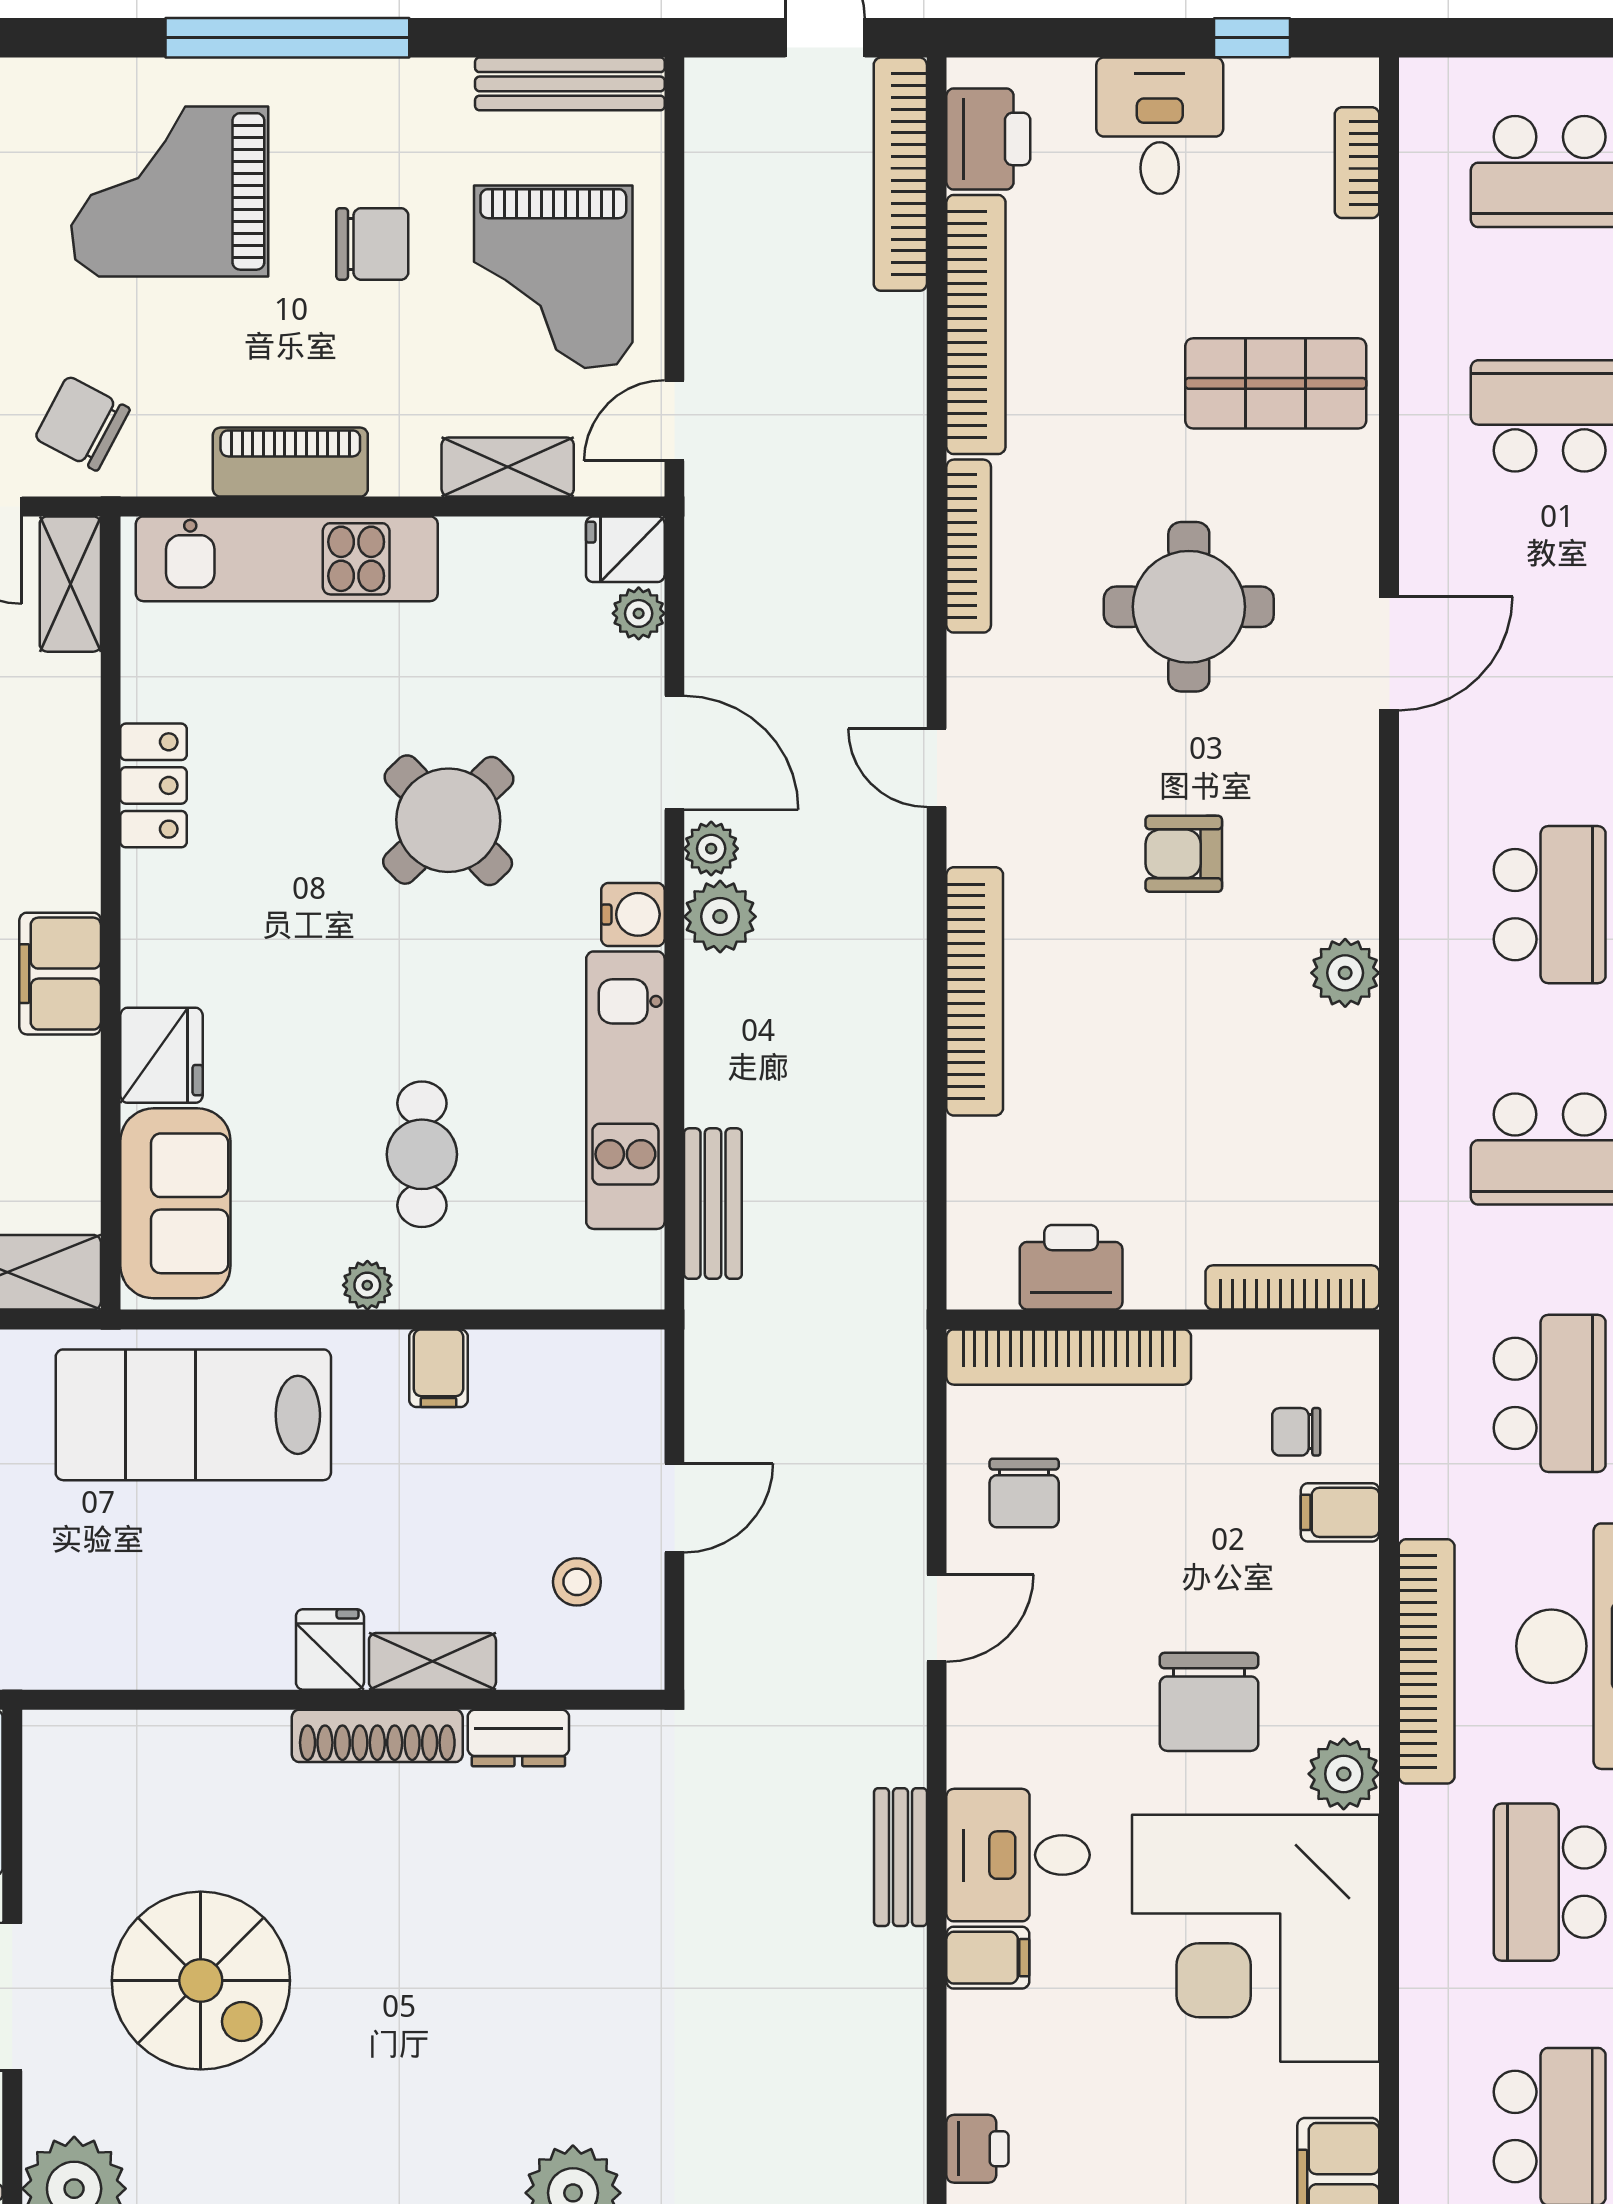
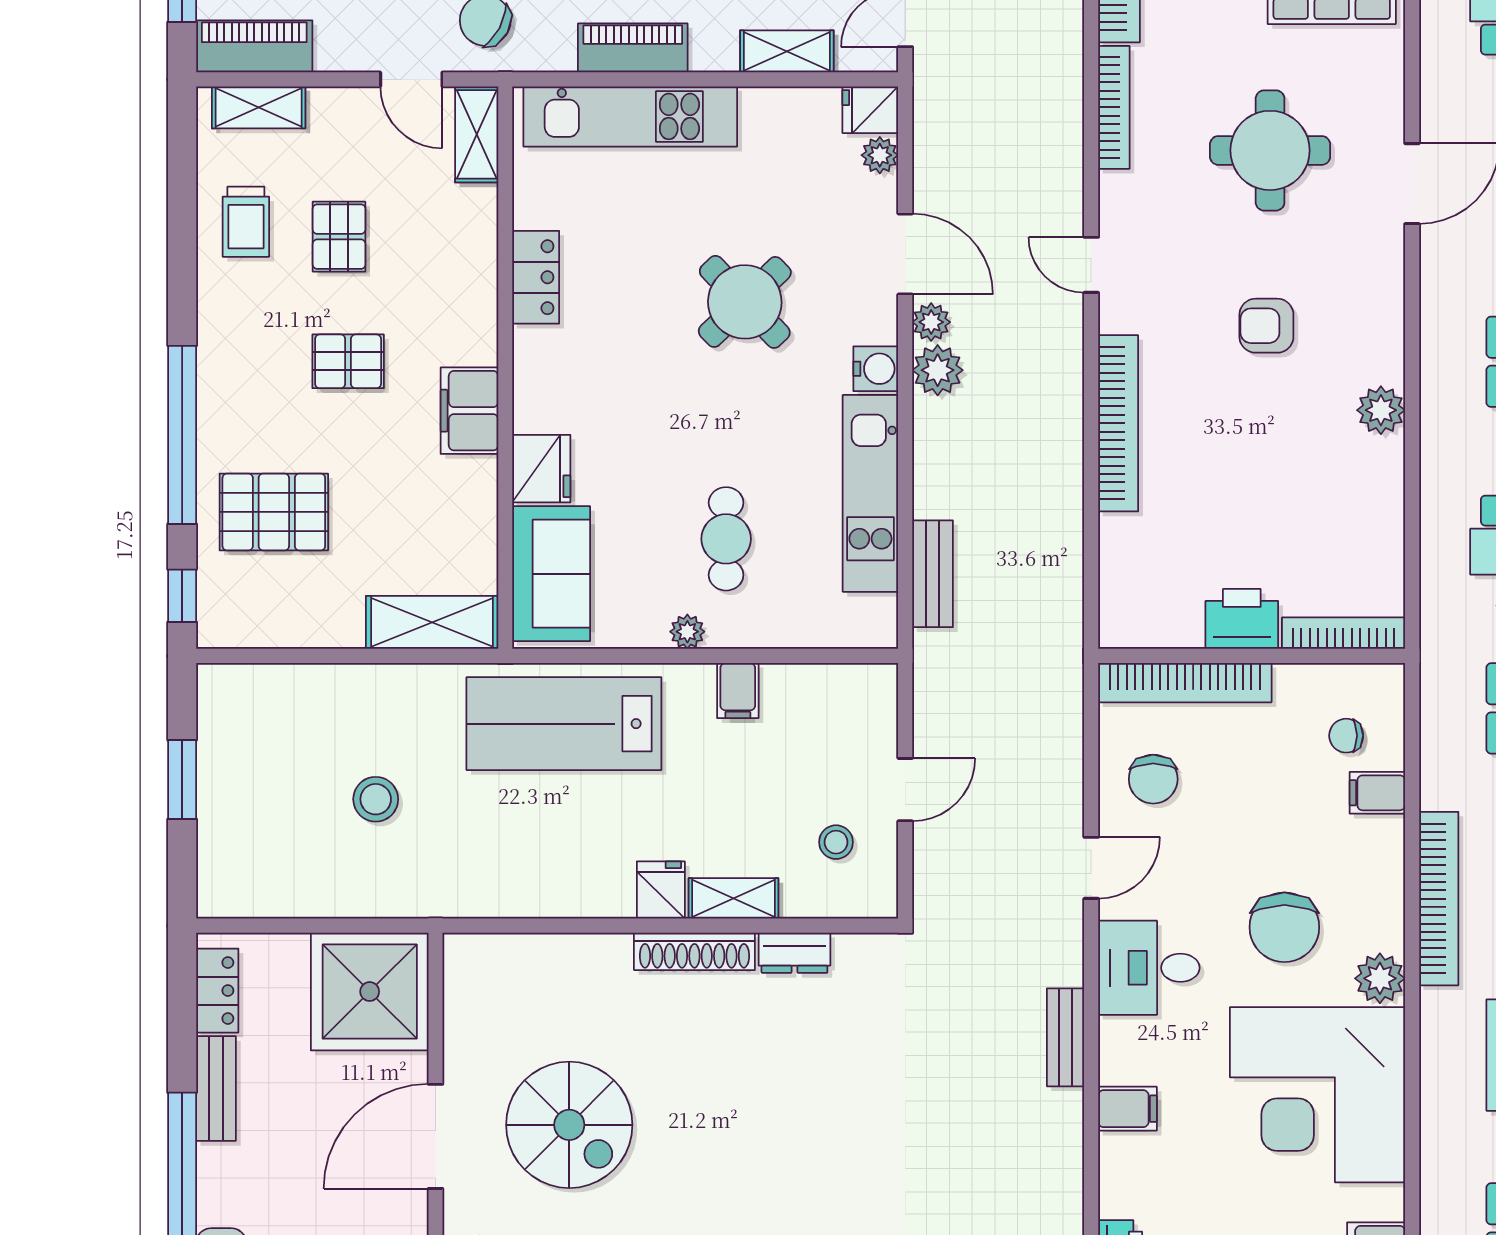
printer: (1071, 1267) -> (1242, 619), moved
desk: (1018, 1855) -> (1149, 968), moved

